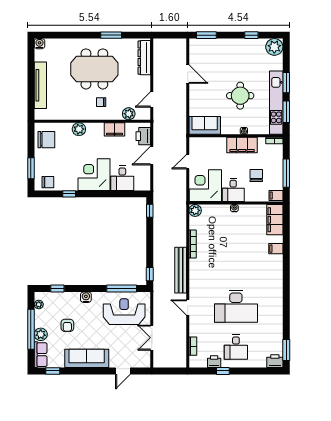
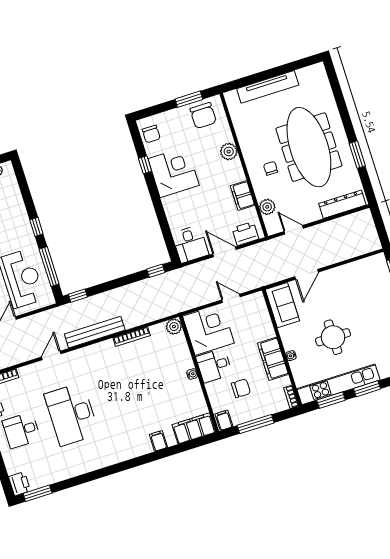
water cooler: (40, 44) -> (319, 70), removed
meeting table: (94, 69) -> (309, 147), width x1.36
door: (188, 74) -> (307, 274), moved
window: (31, 168) -> (189, 99), moved
corner desk: (94, 175) -> (174, 172), moved
desk: (122, 178) -> (190, 244), moved, turned -90
window: (57, 288) -> (36, 227), moved
water cooler: (86, 297) -> (24, 226), removed

